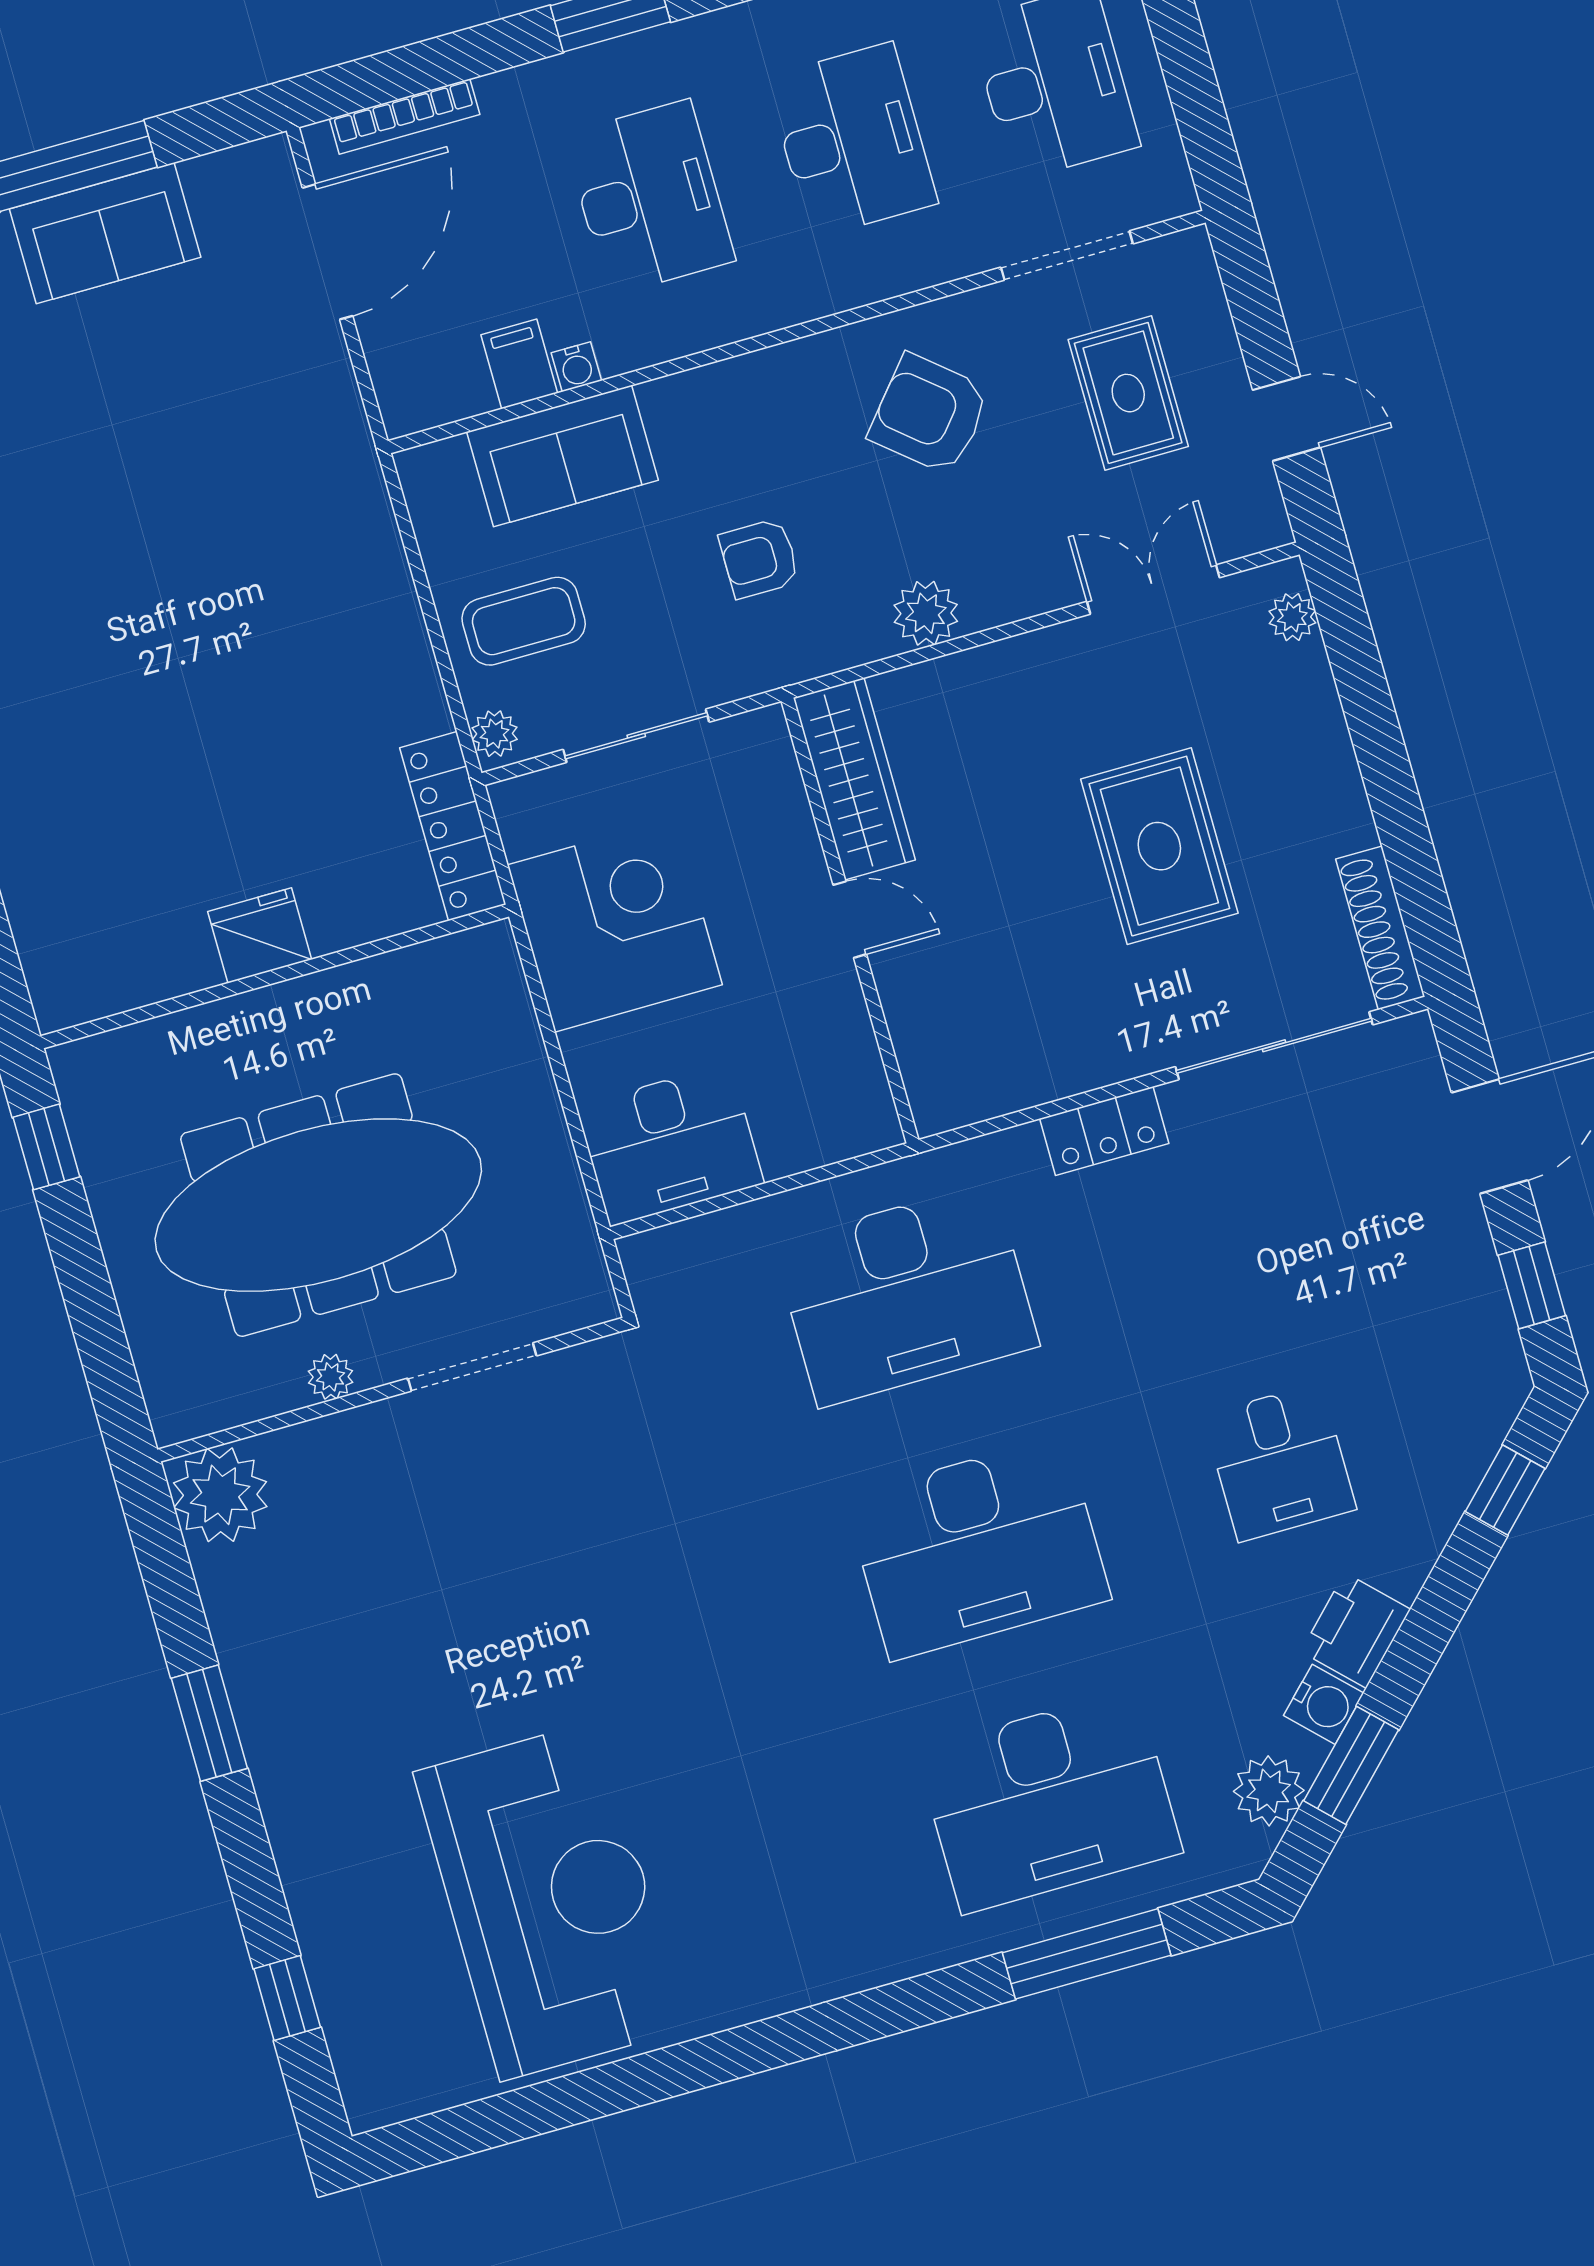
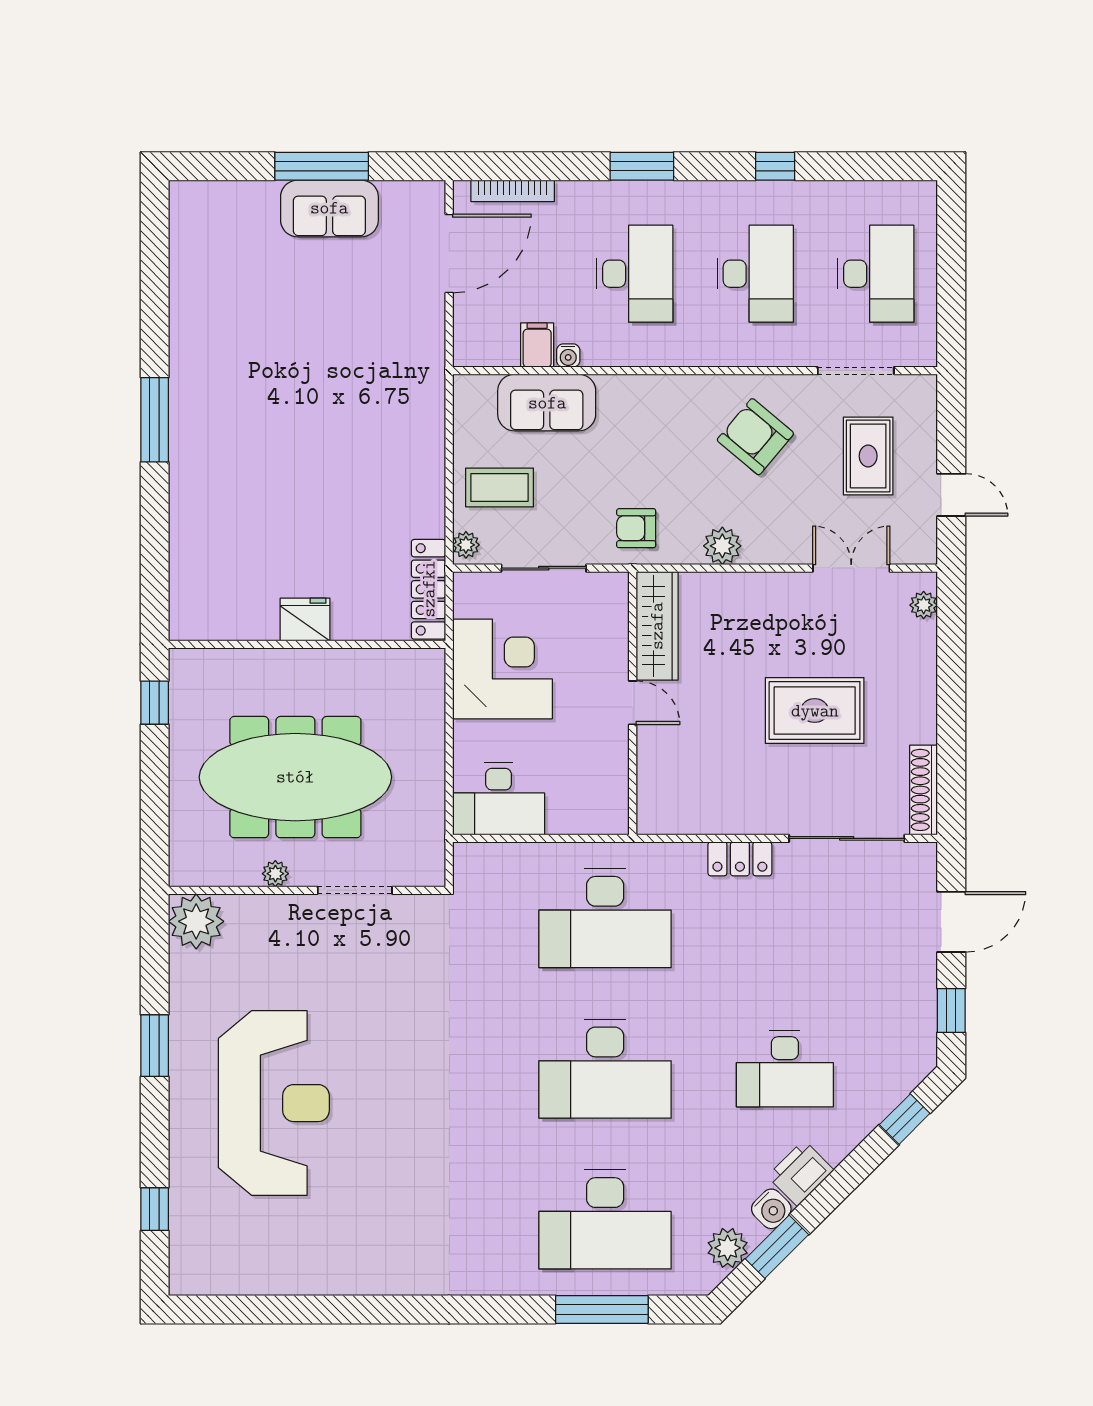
armchair: (759, 558) -> (636, 528), moved
rug: (1159, 846) -> (815, 711), turned 90
desk: (1280, 1462) -> (785, 1069), width x1.37
reception desk: (550, 1901) -> (274, 1103), moved

